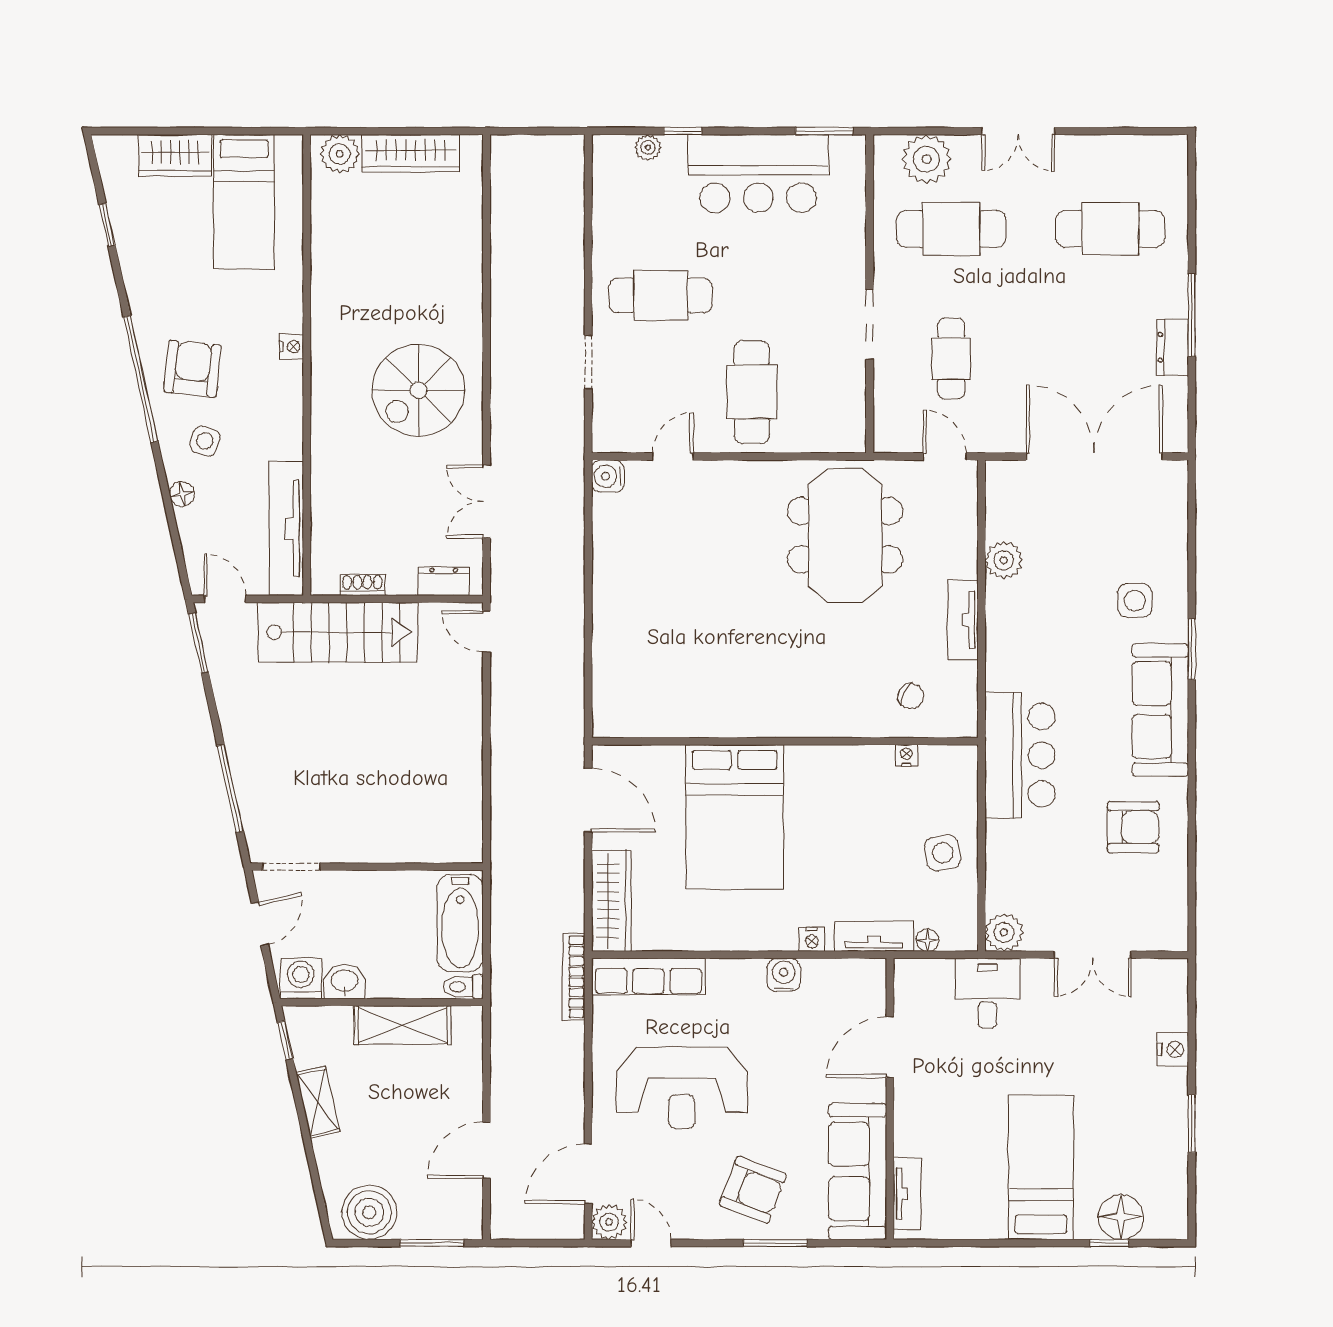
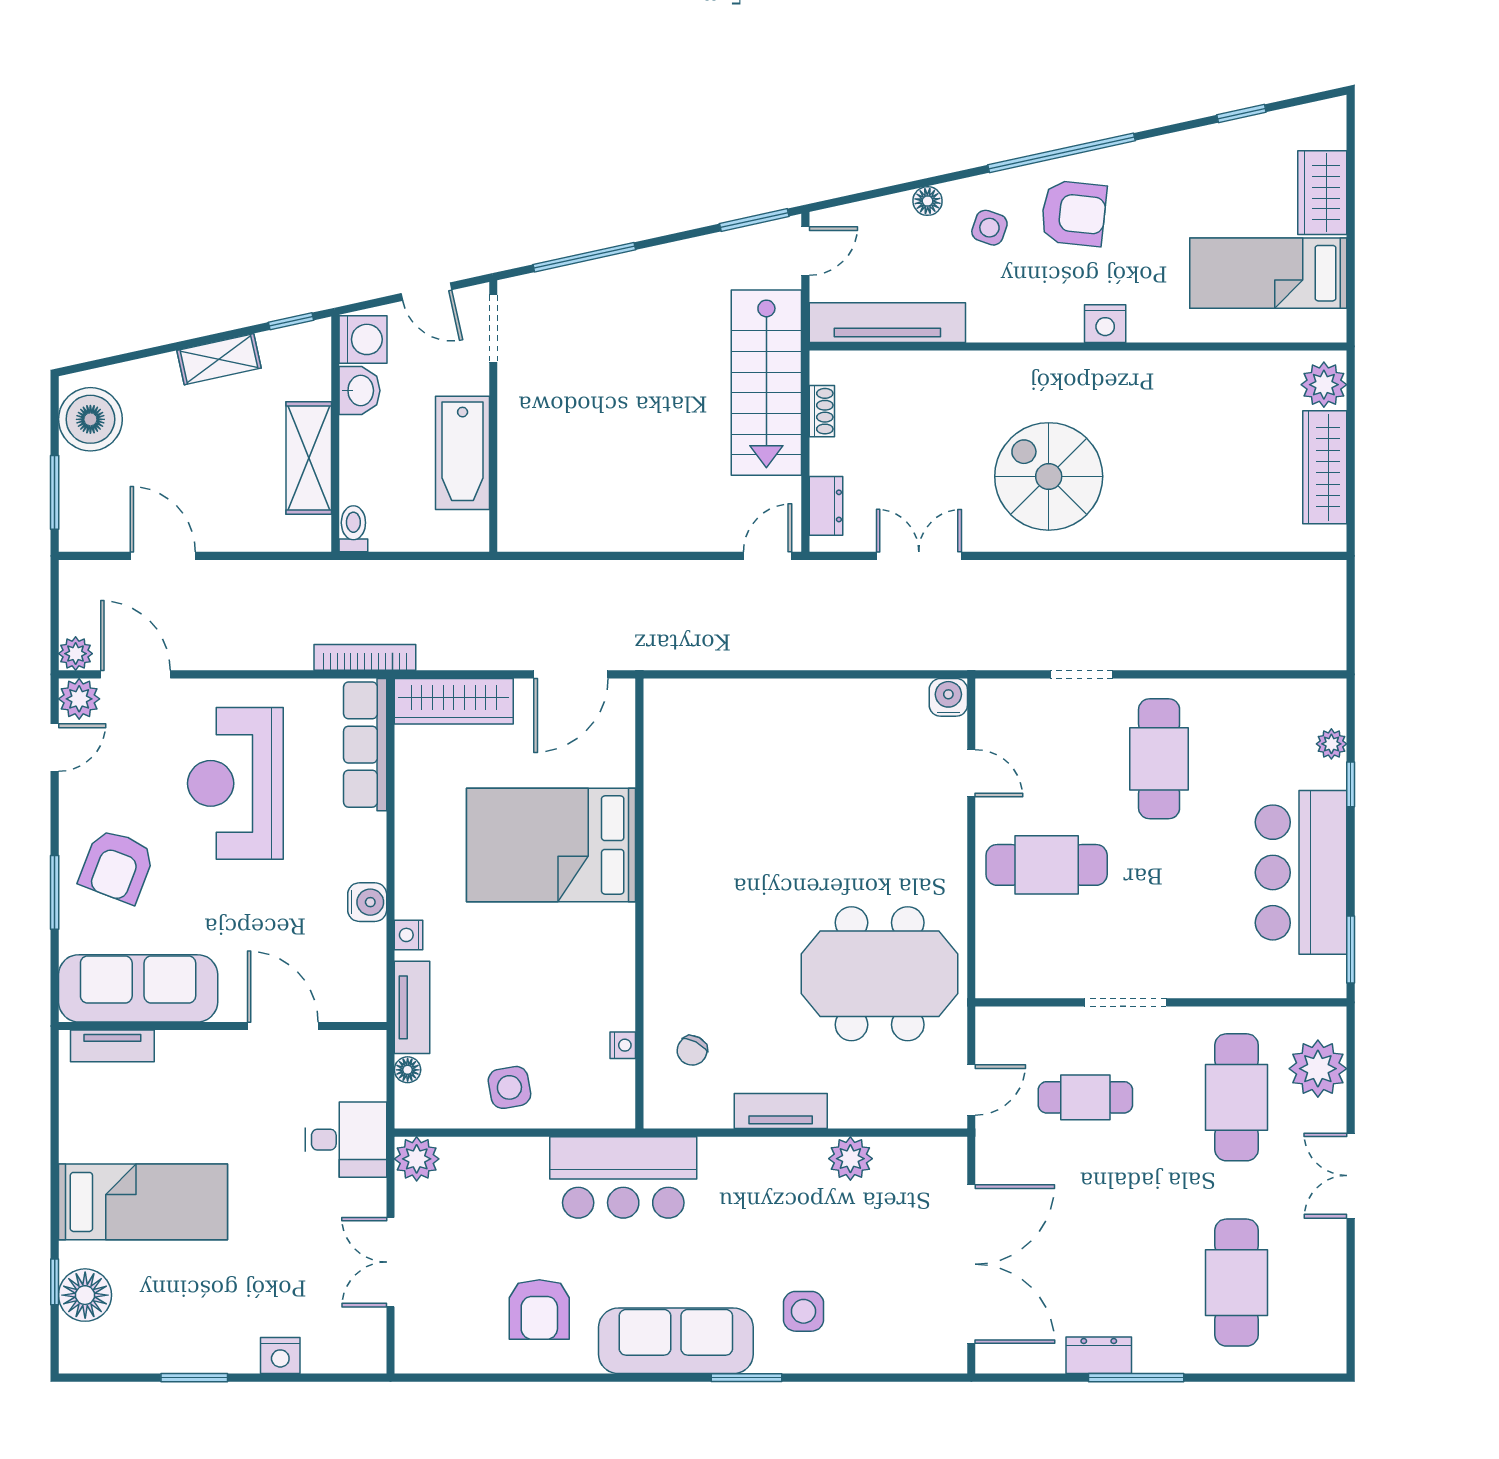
nightstand: (291, 347) -> (1105, 324), width x1.39, depth x1.35
bathtub: (460, 923) -> (463, 453), moved, turned -90
plant: (570, 1225) -> (76, 654), added

